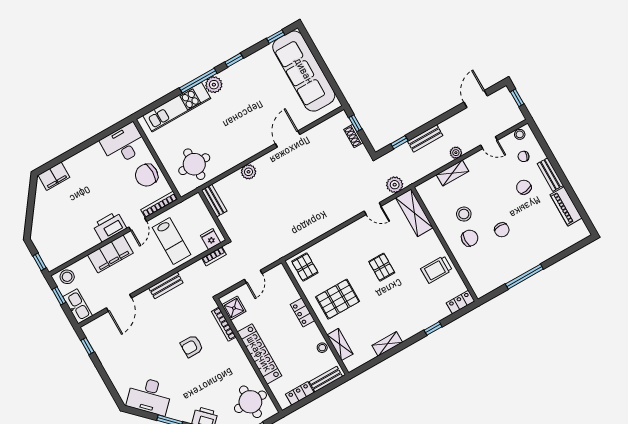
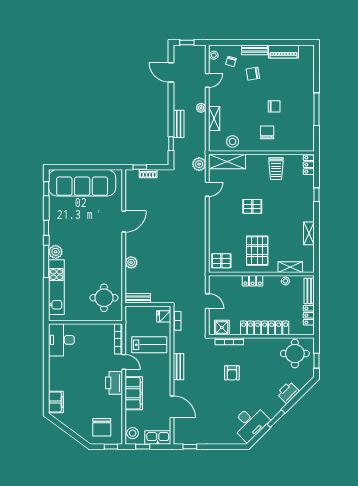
door: (288, 139) -> (124, 222), swing flipped
chair: (147, 175) -> (102, 427), moved
stool: (464, 214) -> (233, 141), moved

